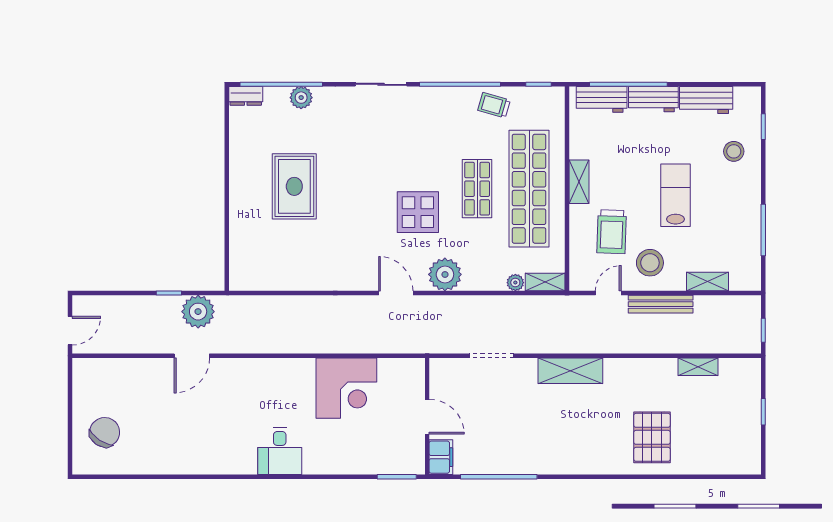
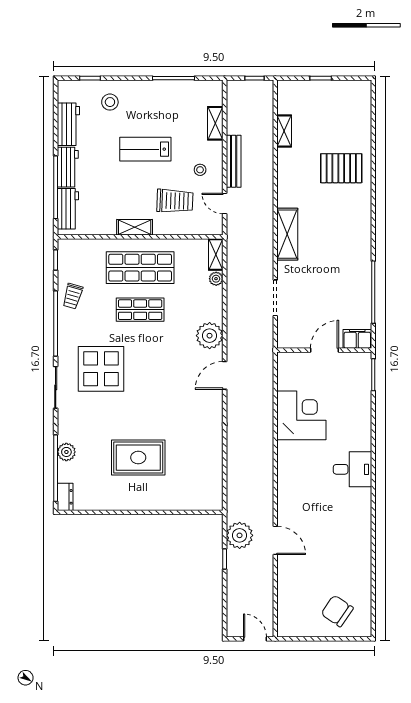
shop shelf: (529, 189) -> (140, 268), width x0.71
display table: (418, 212) -> (101, 369), moved, width x1.36, depth x1.36
stool: (650, 263) -> (200, 170), width x0.53, depth x0.53

